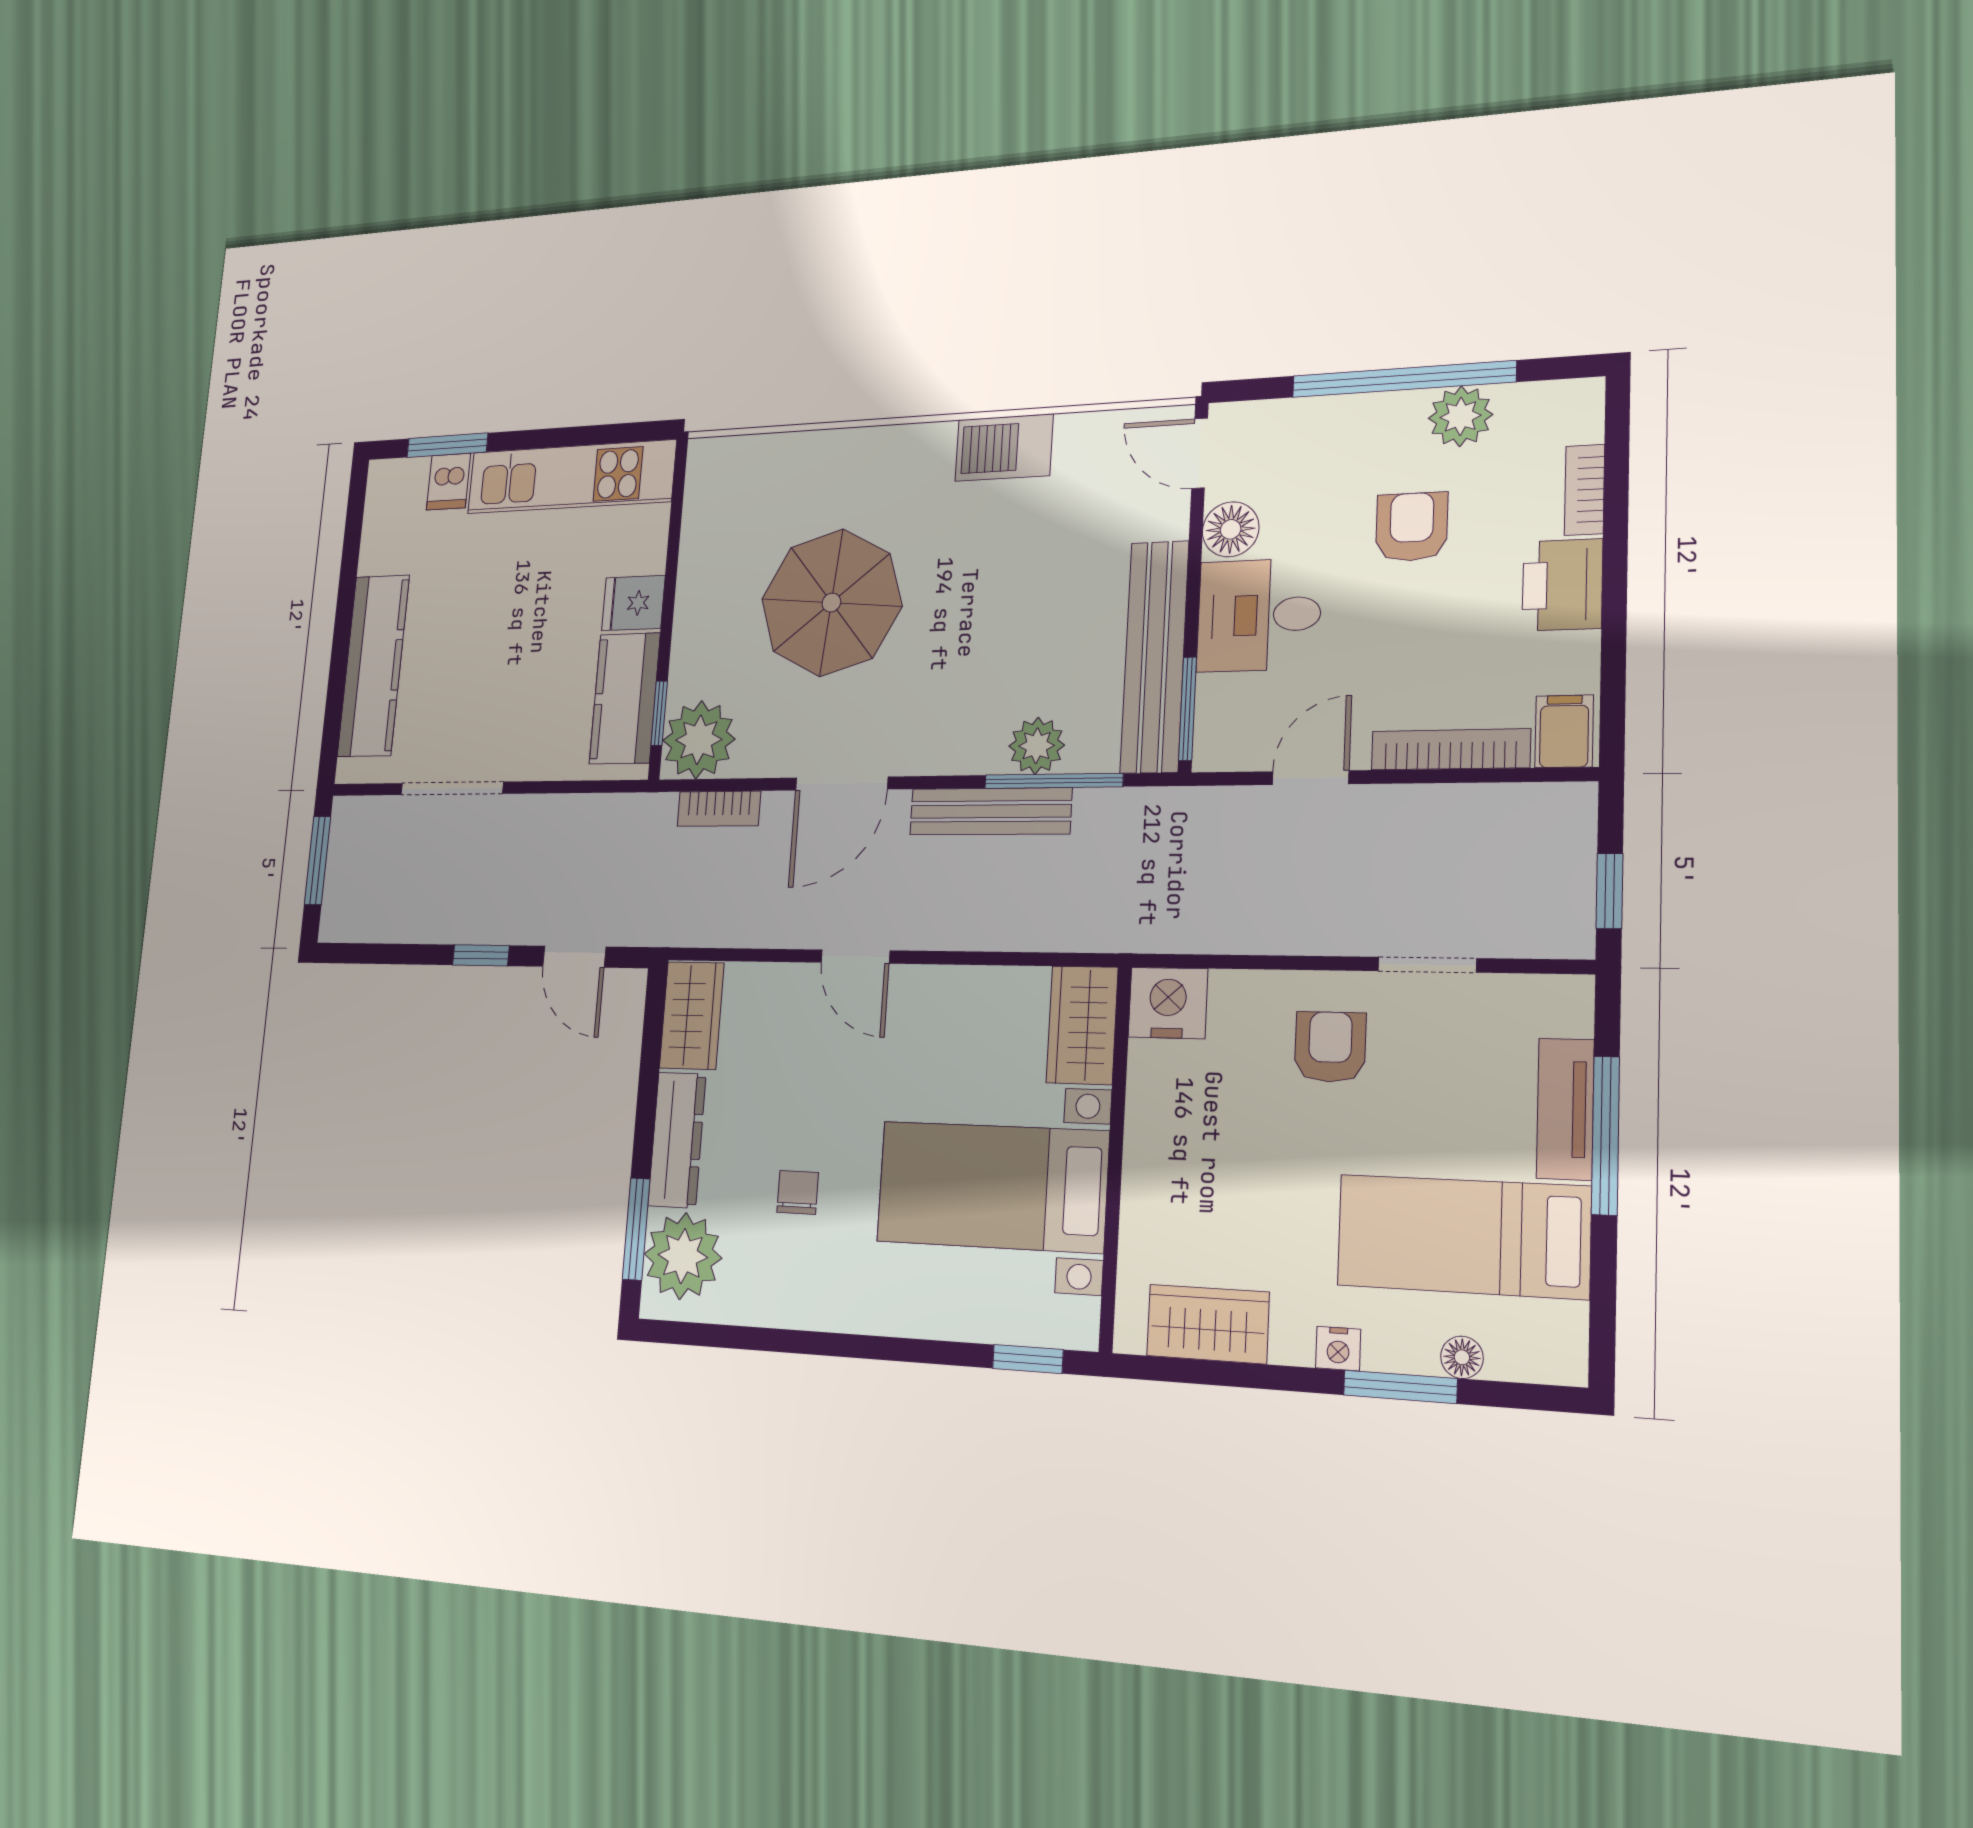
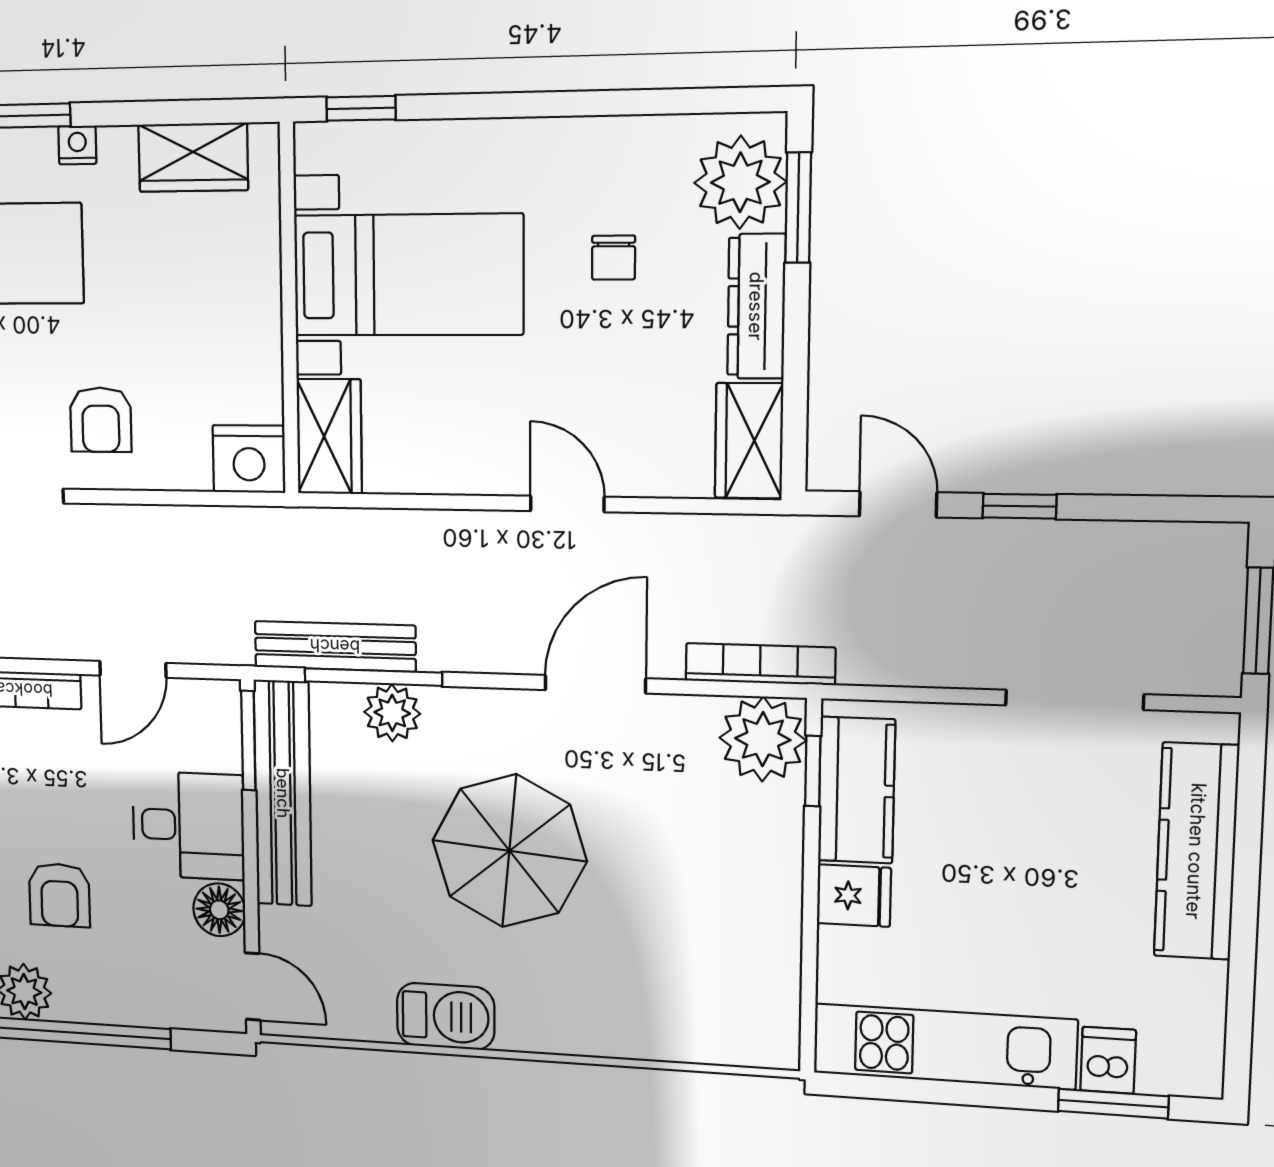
parasol: (831, 603) -> (509, 851), moved
bookcase: (719, 809) -> (760, 664), width x1.56
bench: (990, 811) -> (335, 646), moved

